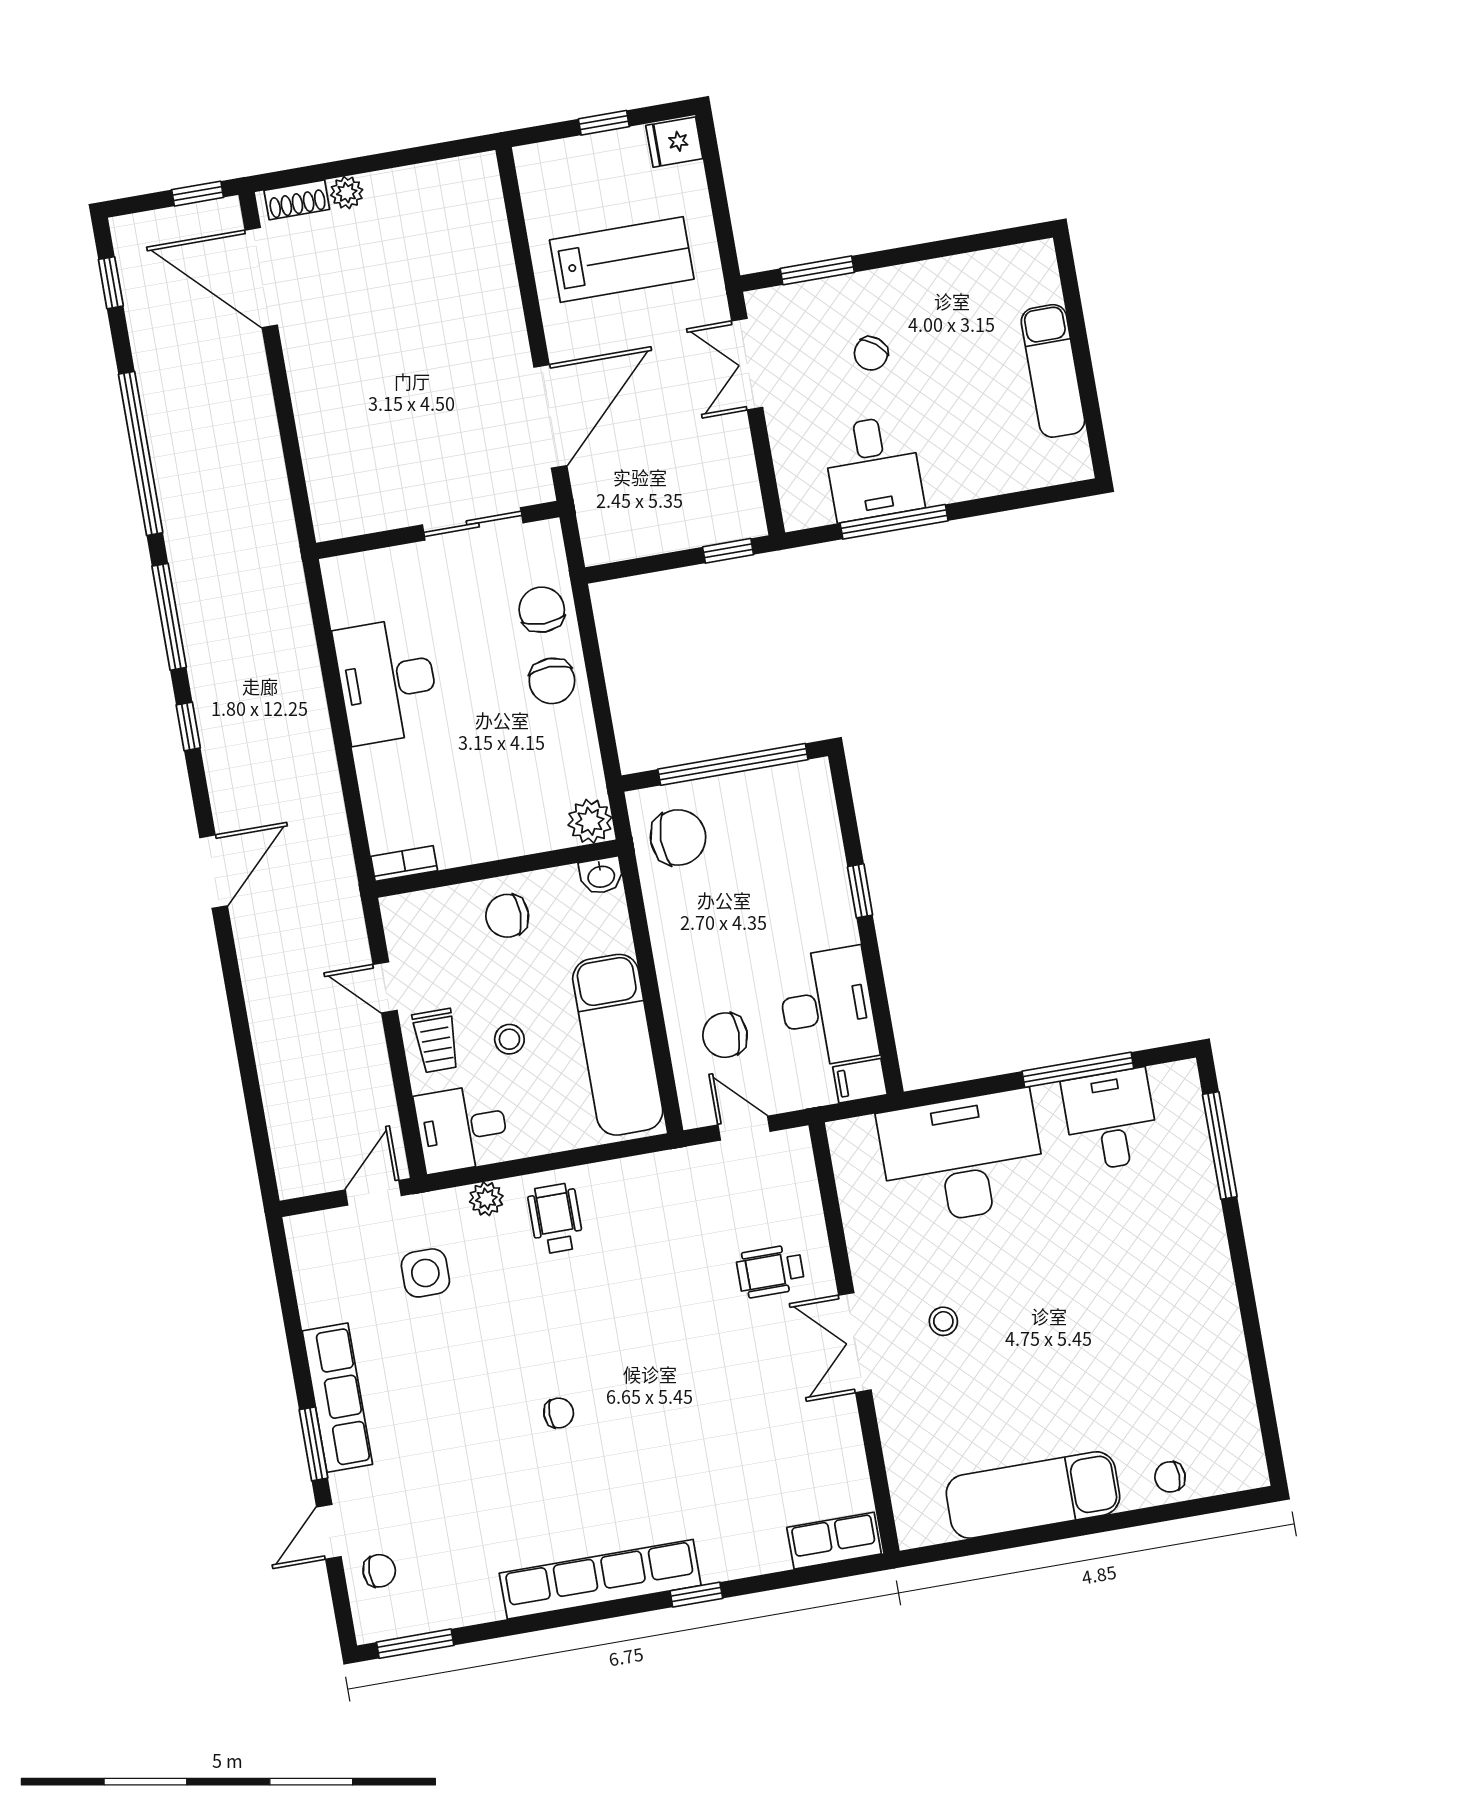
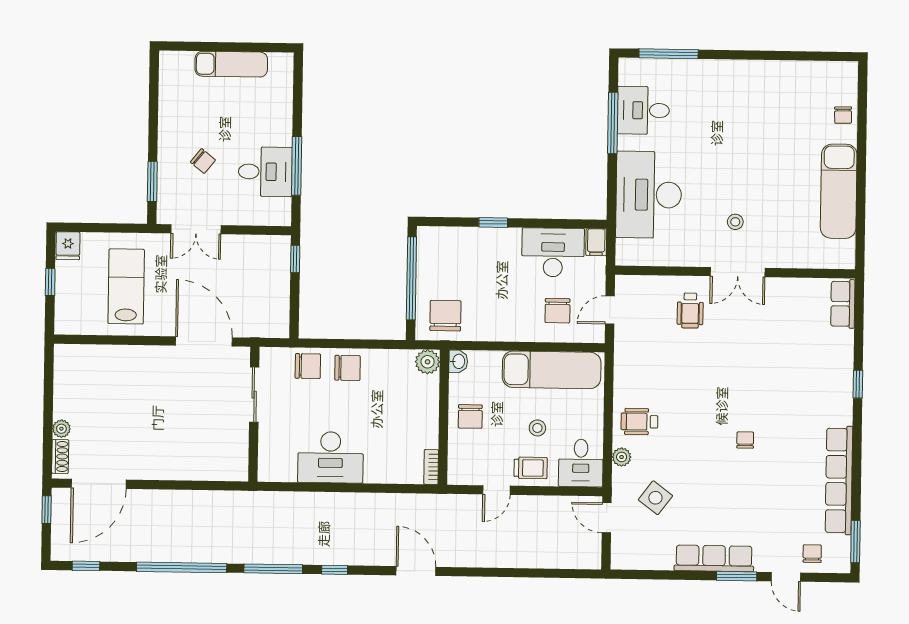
chair: (542, 610) -> (308, 366), turned 180
side table: (425, 1273) -> (655, 498), turned 37
row of seats: (600, 1579) -> (839, 480), moved

